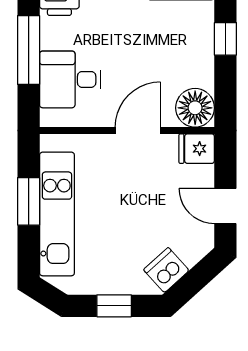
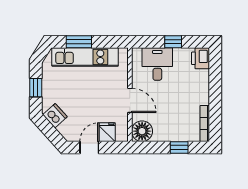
window: (29, 50) -> (173, 42), width x0.46
fridge: (197, 149) -> (107, 132), moved
window: (29, 201) -> (79, 42), moved

